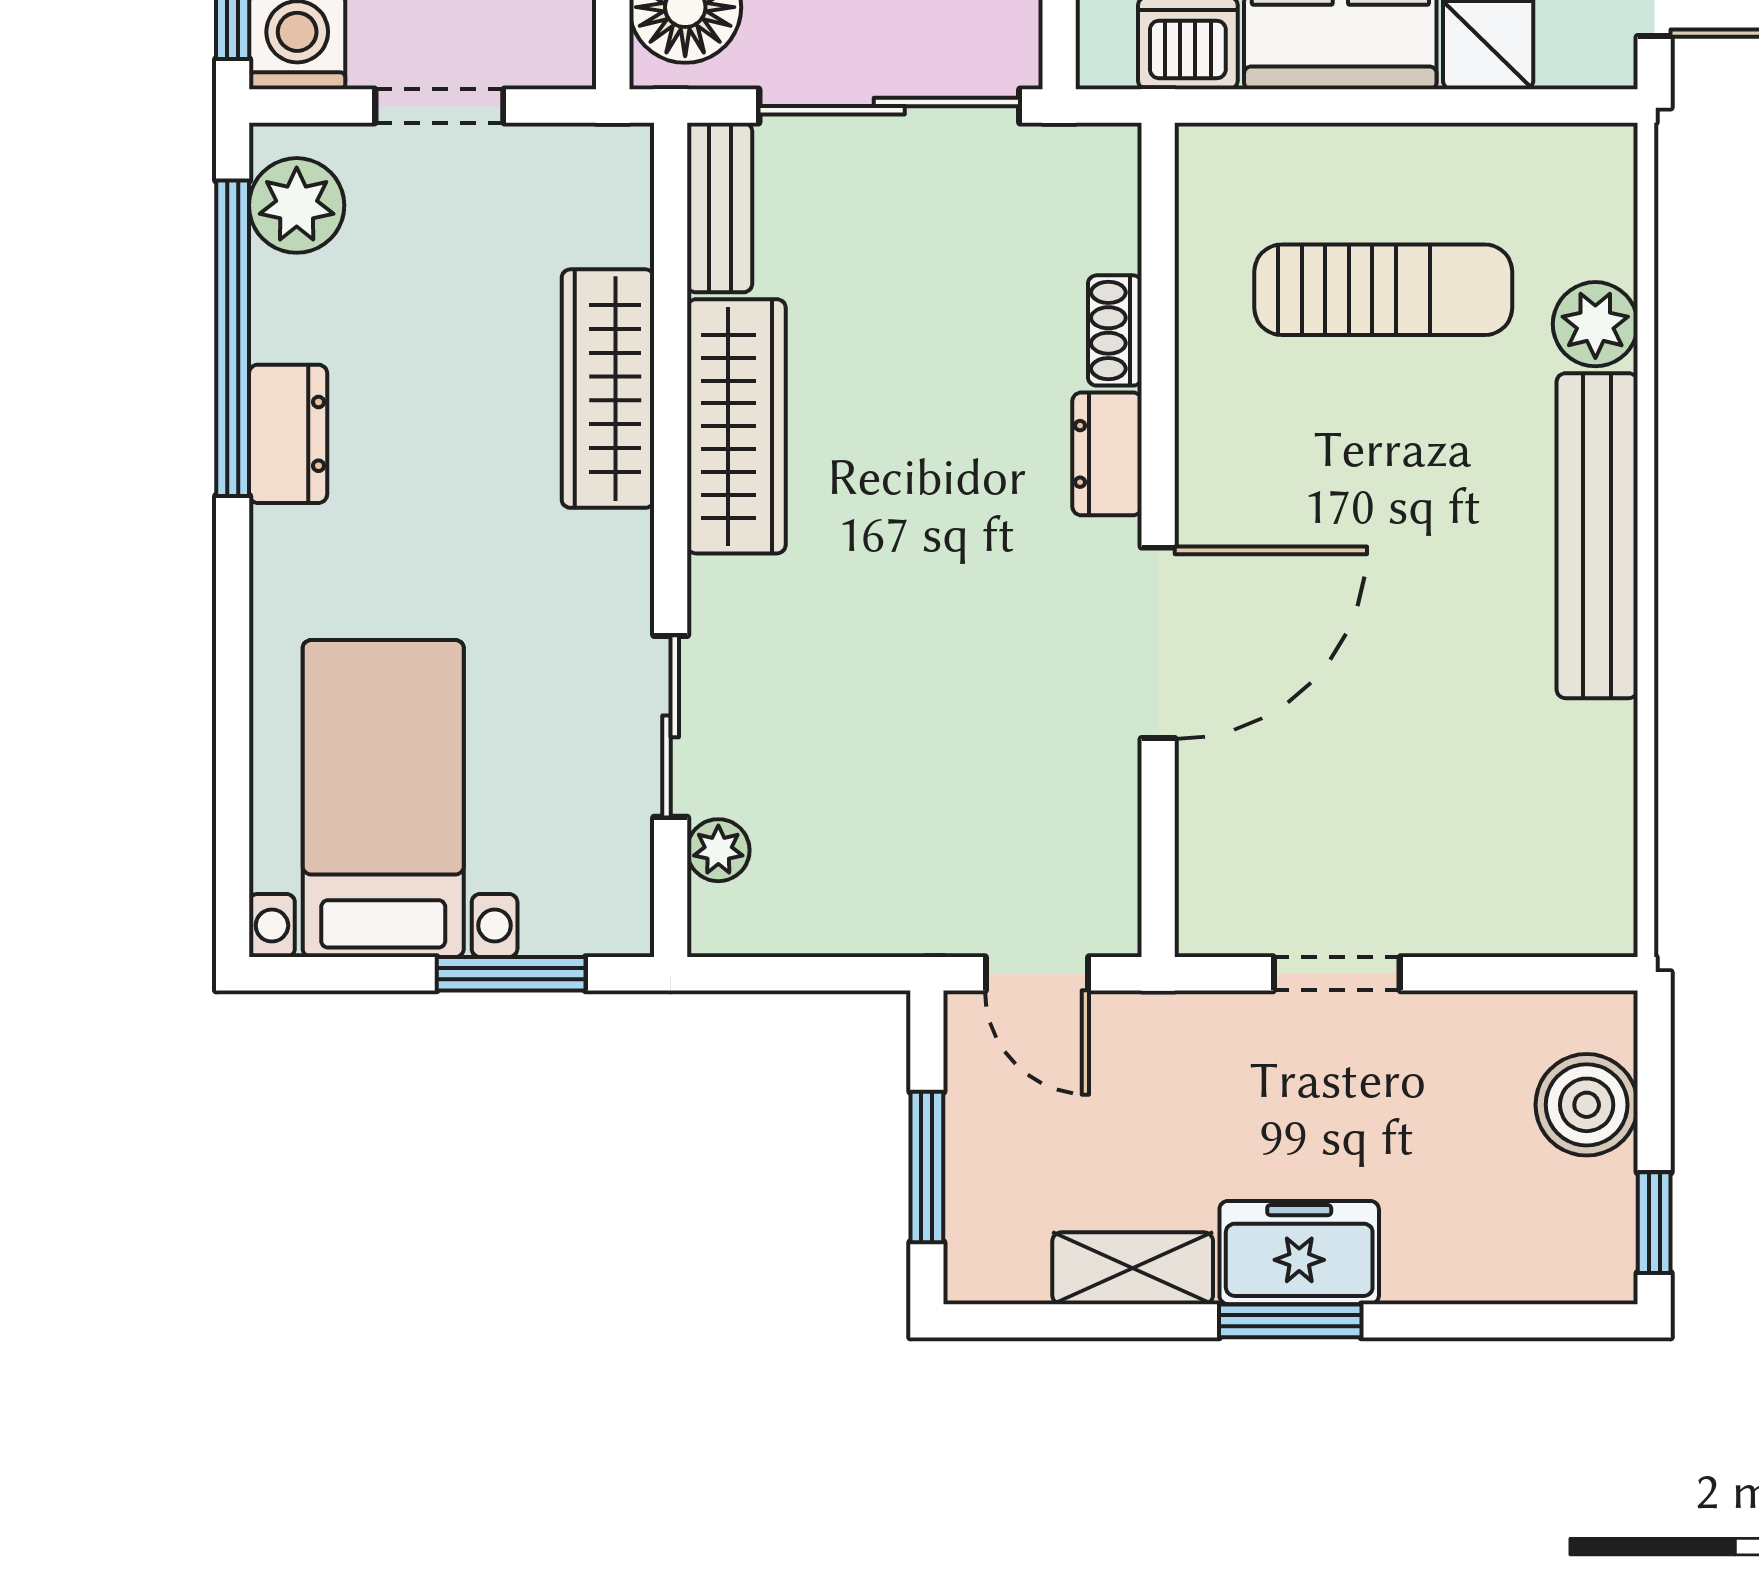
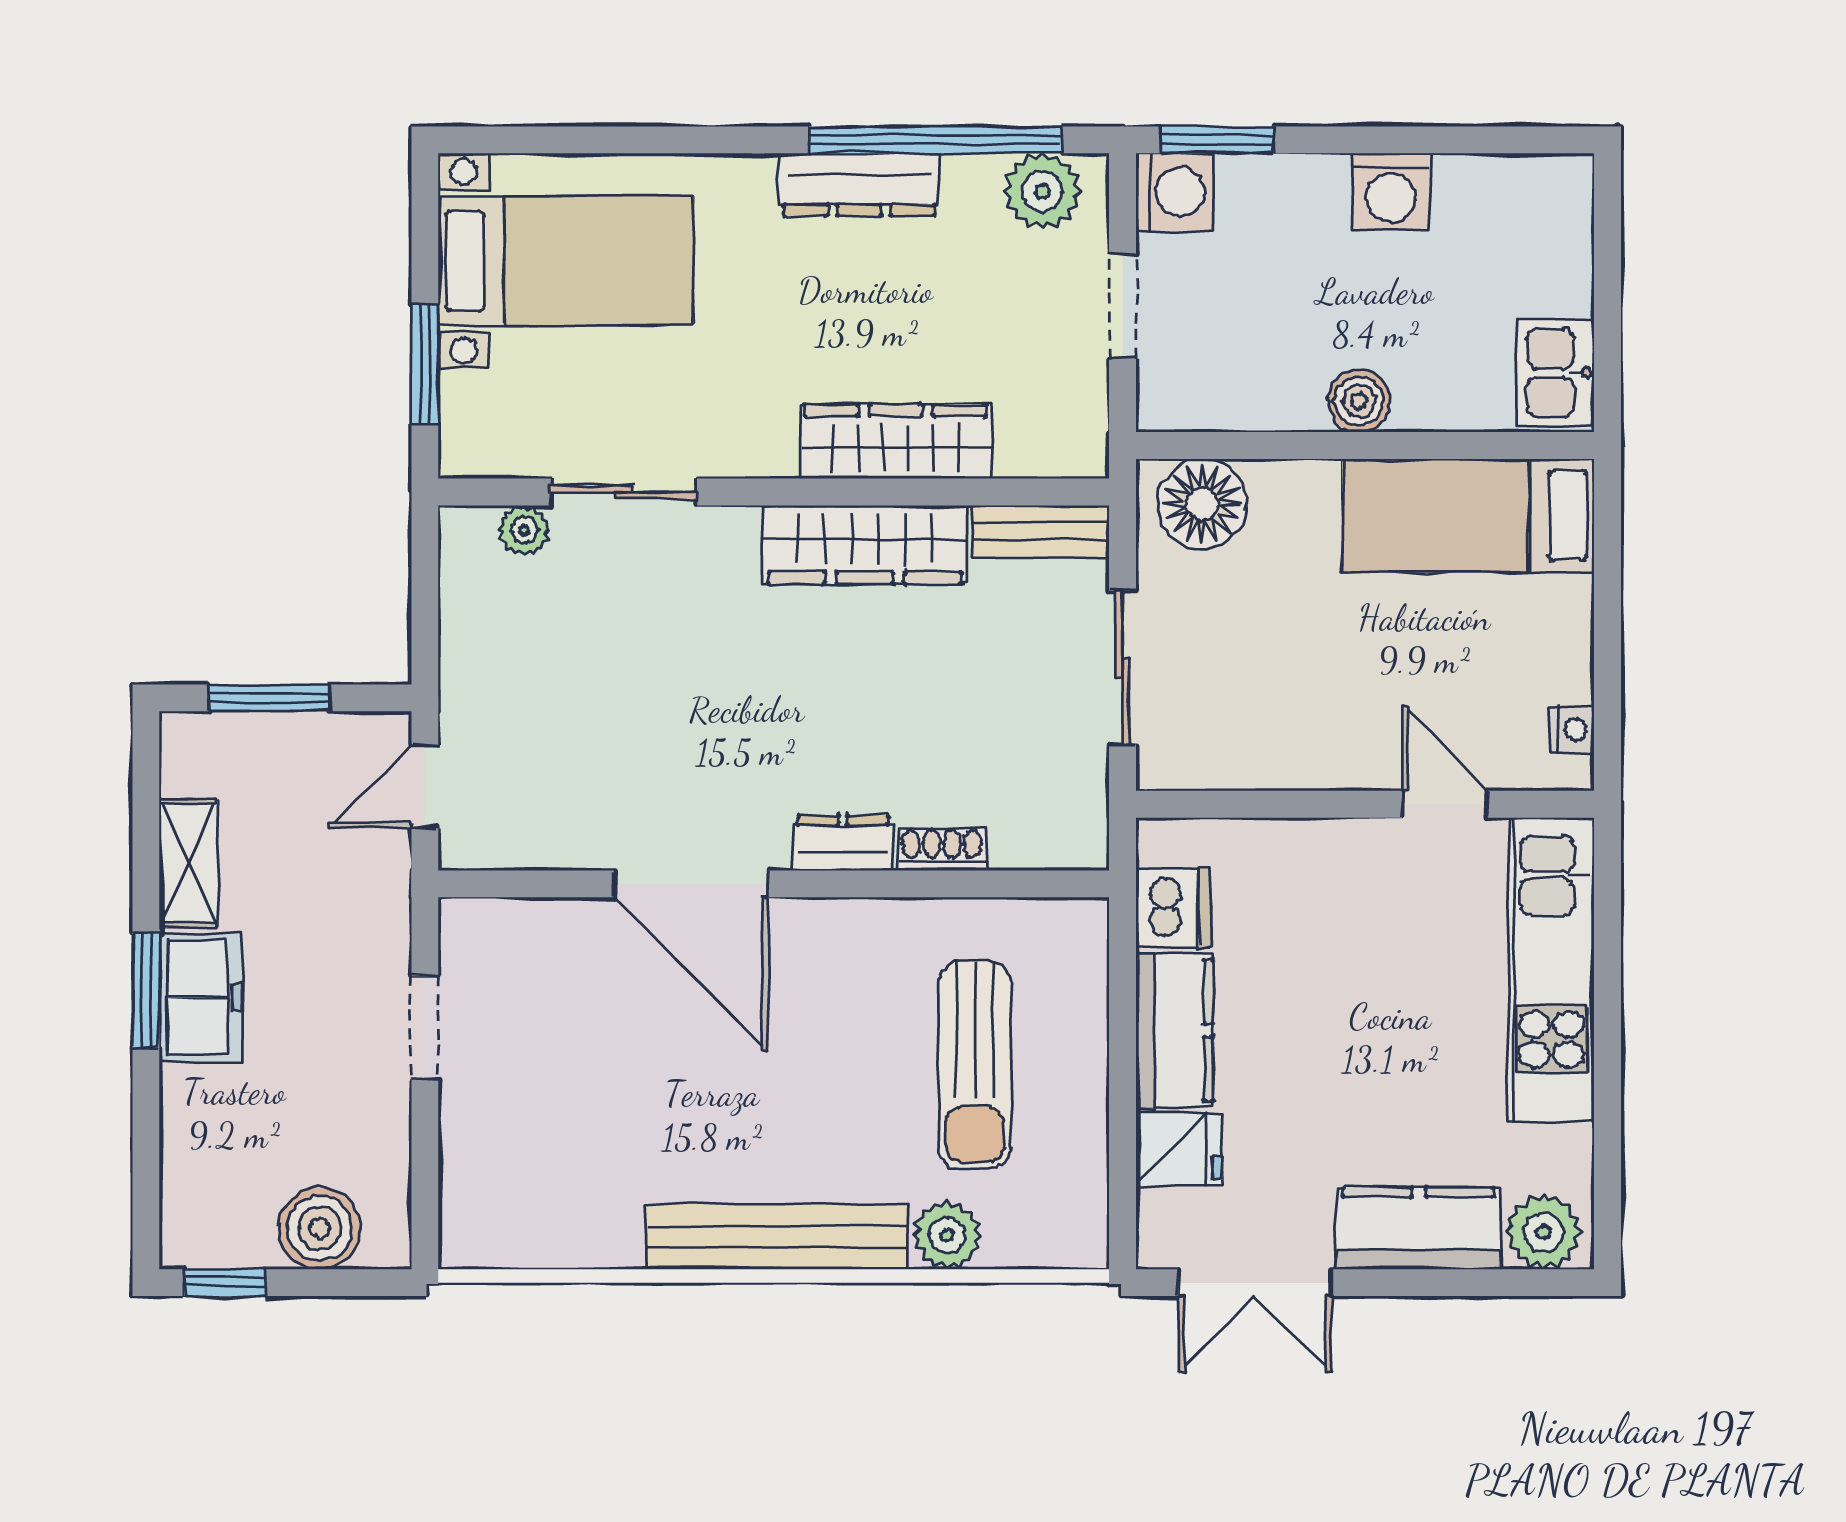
sliding door: (889, 106) -> (1123, 668), width x0.73
dresser: (288, 434) -> (859, 184), width x1.44

